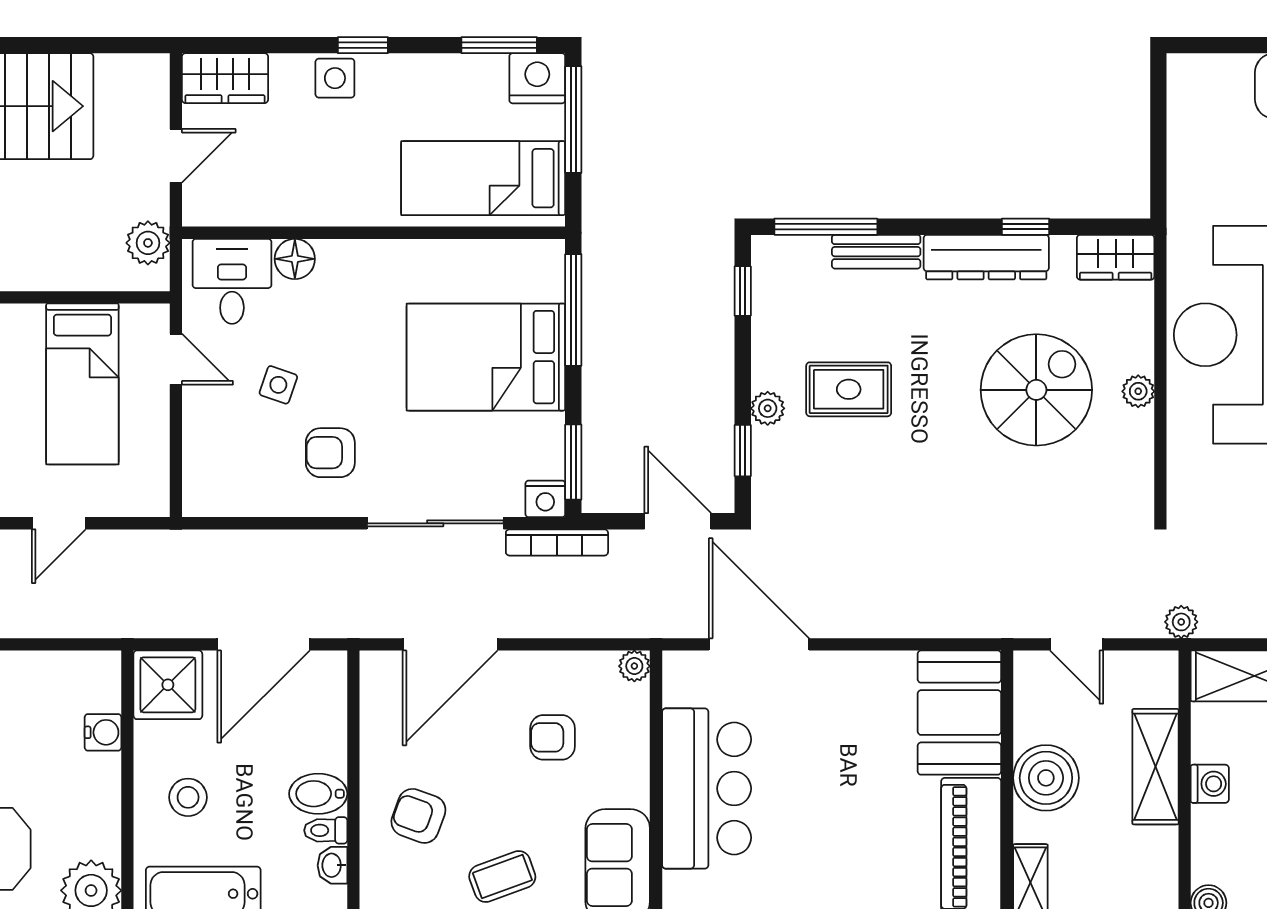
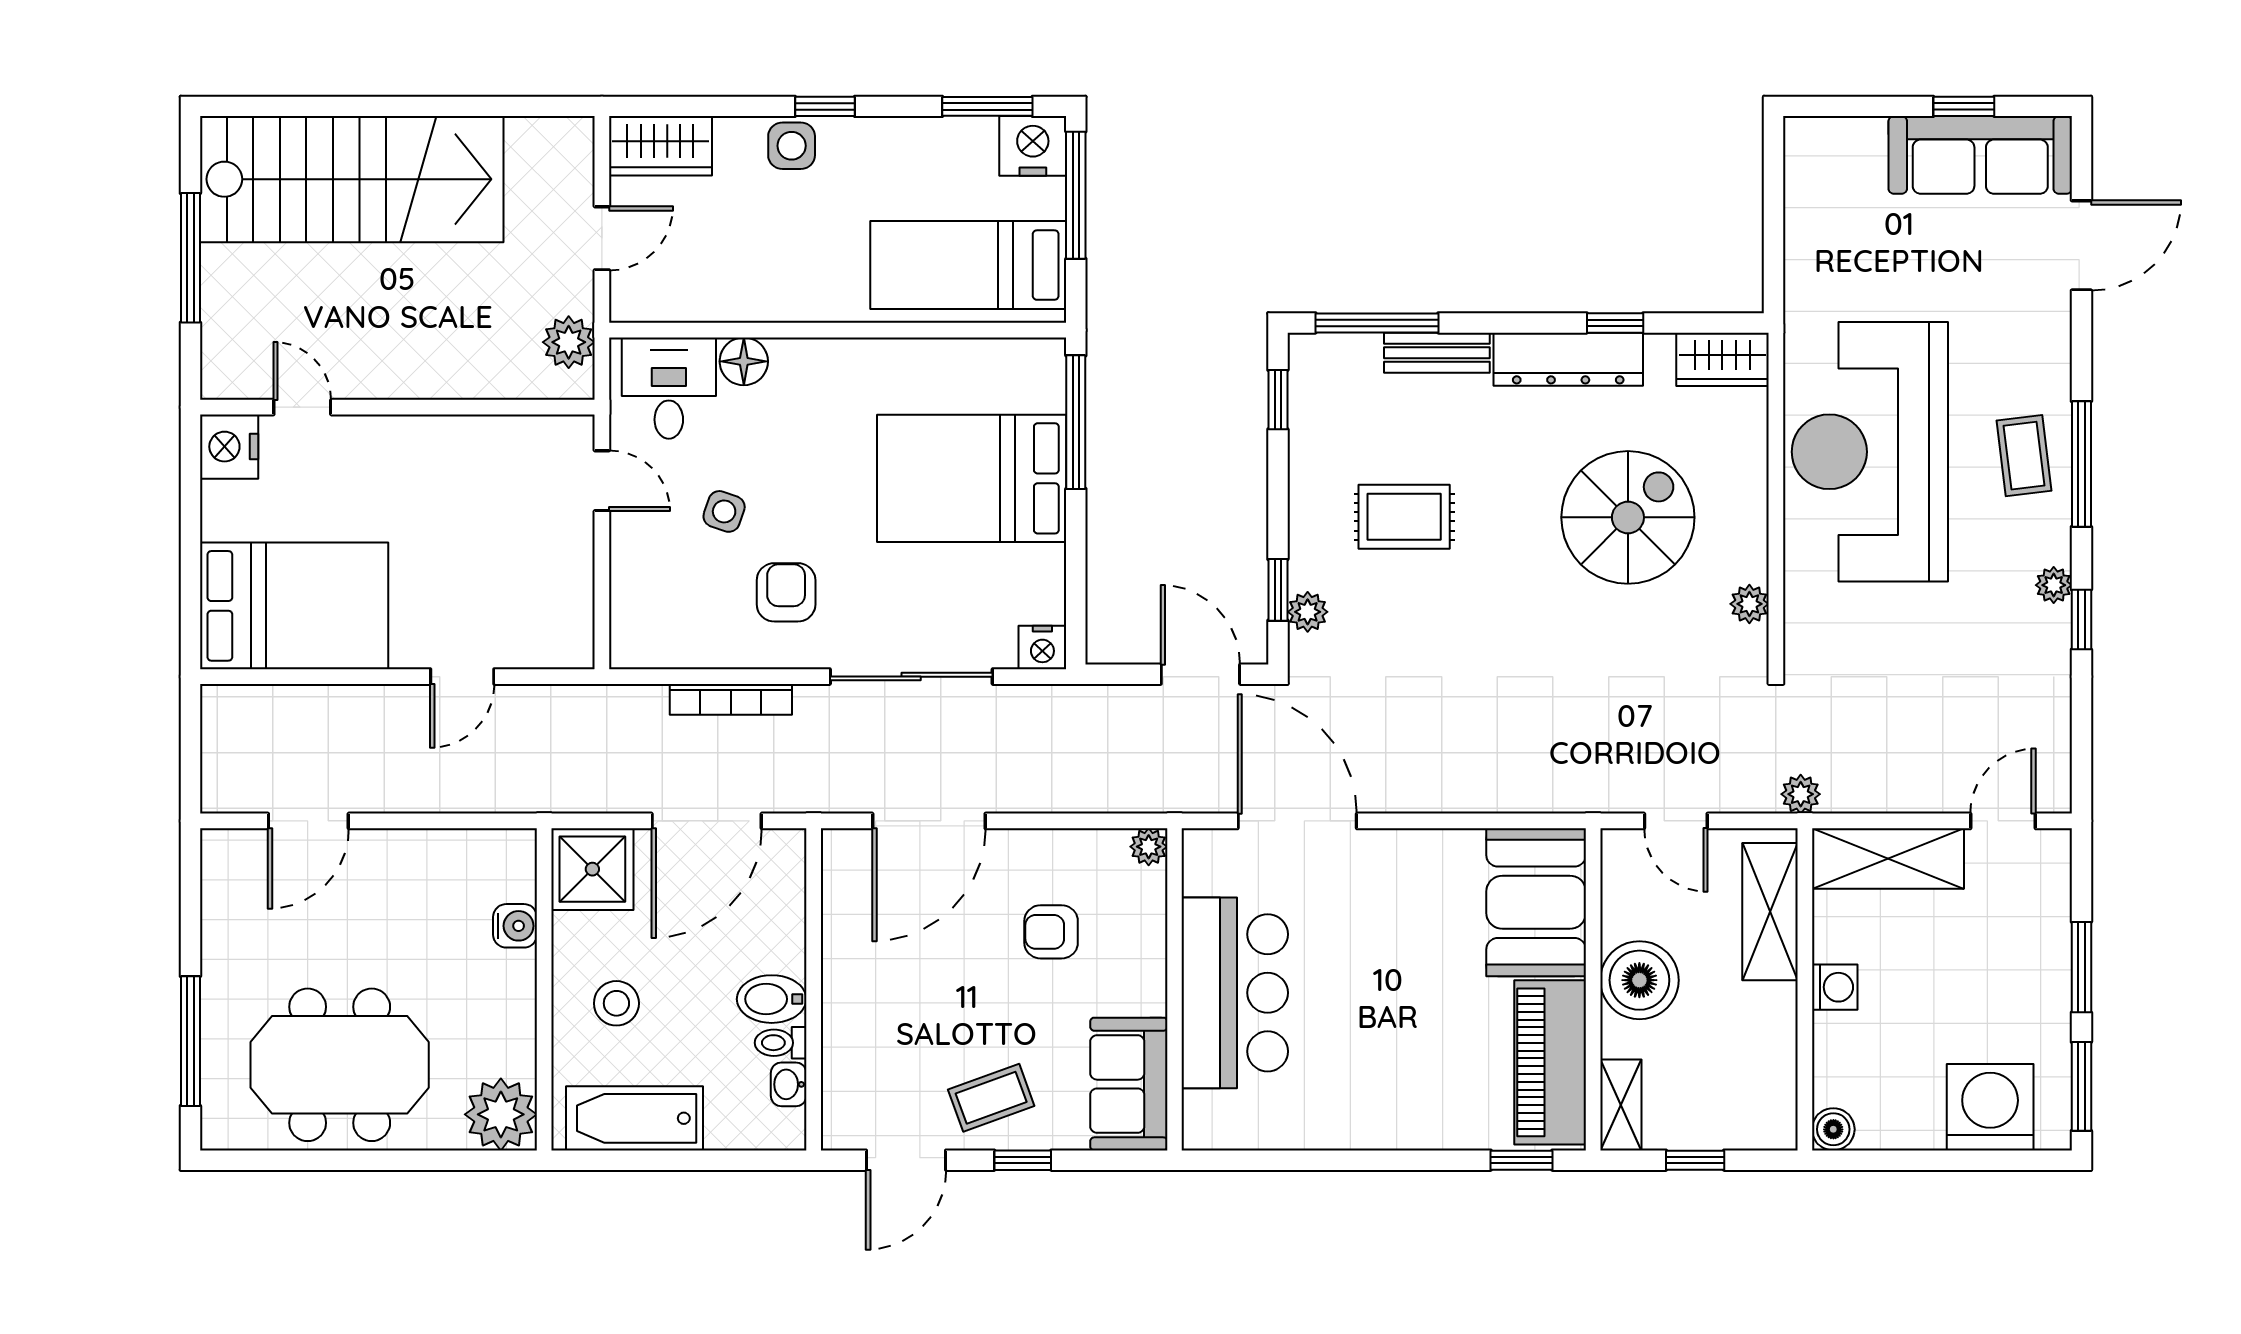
bed: (82, 384) -> (491, 510), removed
plant: (1138, 391) -> (1749, 604), moved
plant: (768, 408) -> (1308, 612), moved
armchair: (330, 453) -> (786, 592), turned 90
window: (573, 462) -> (1076, 603), removed
bookcase: (557, 542) -> (731, 699), moved
shelving: (1156, 767) -> (1770, 912), moved
armchair: (418, 816) -> (891, 1026), removed

